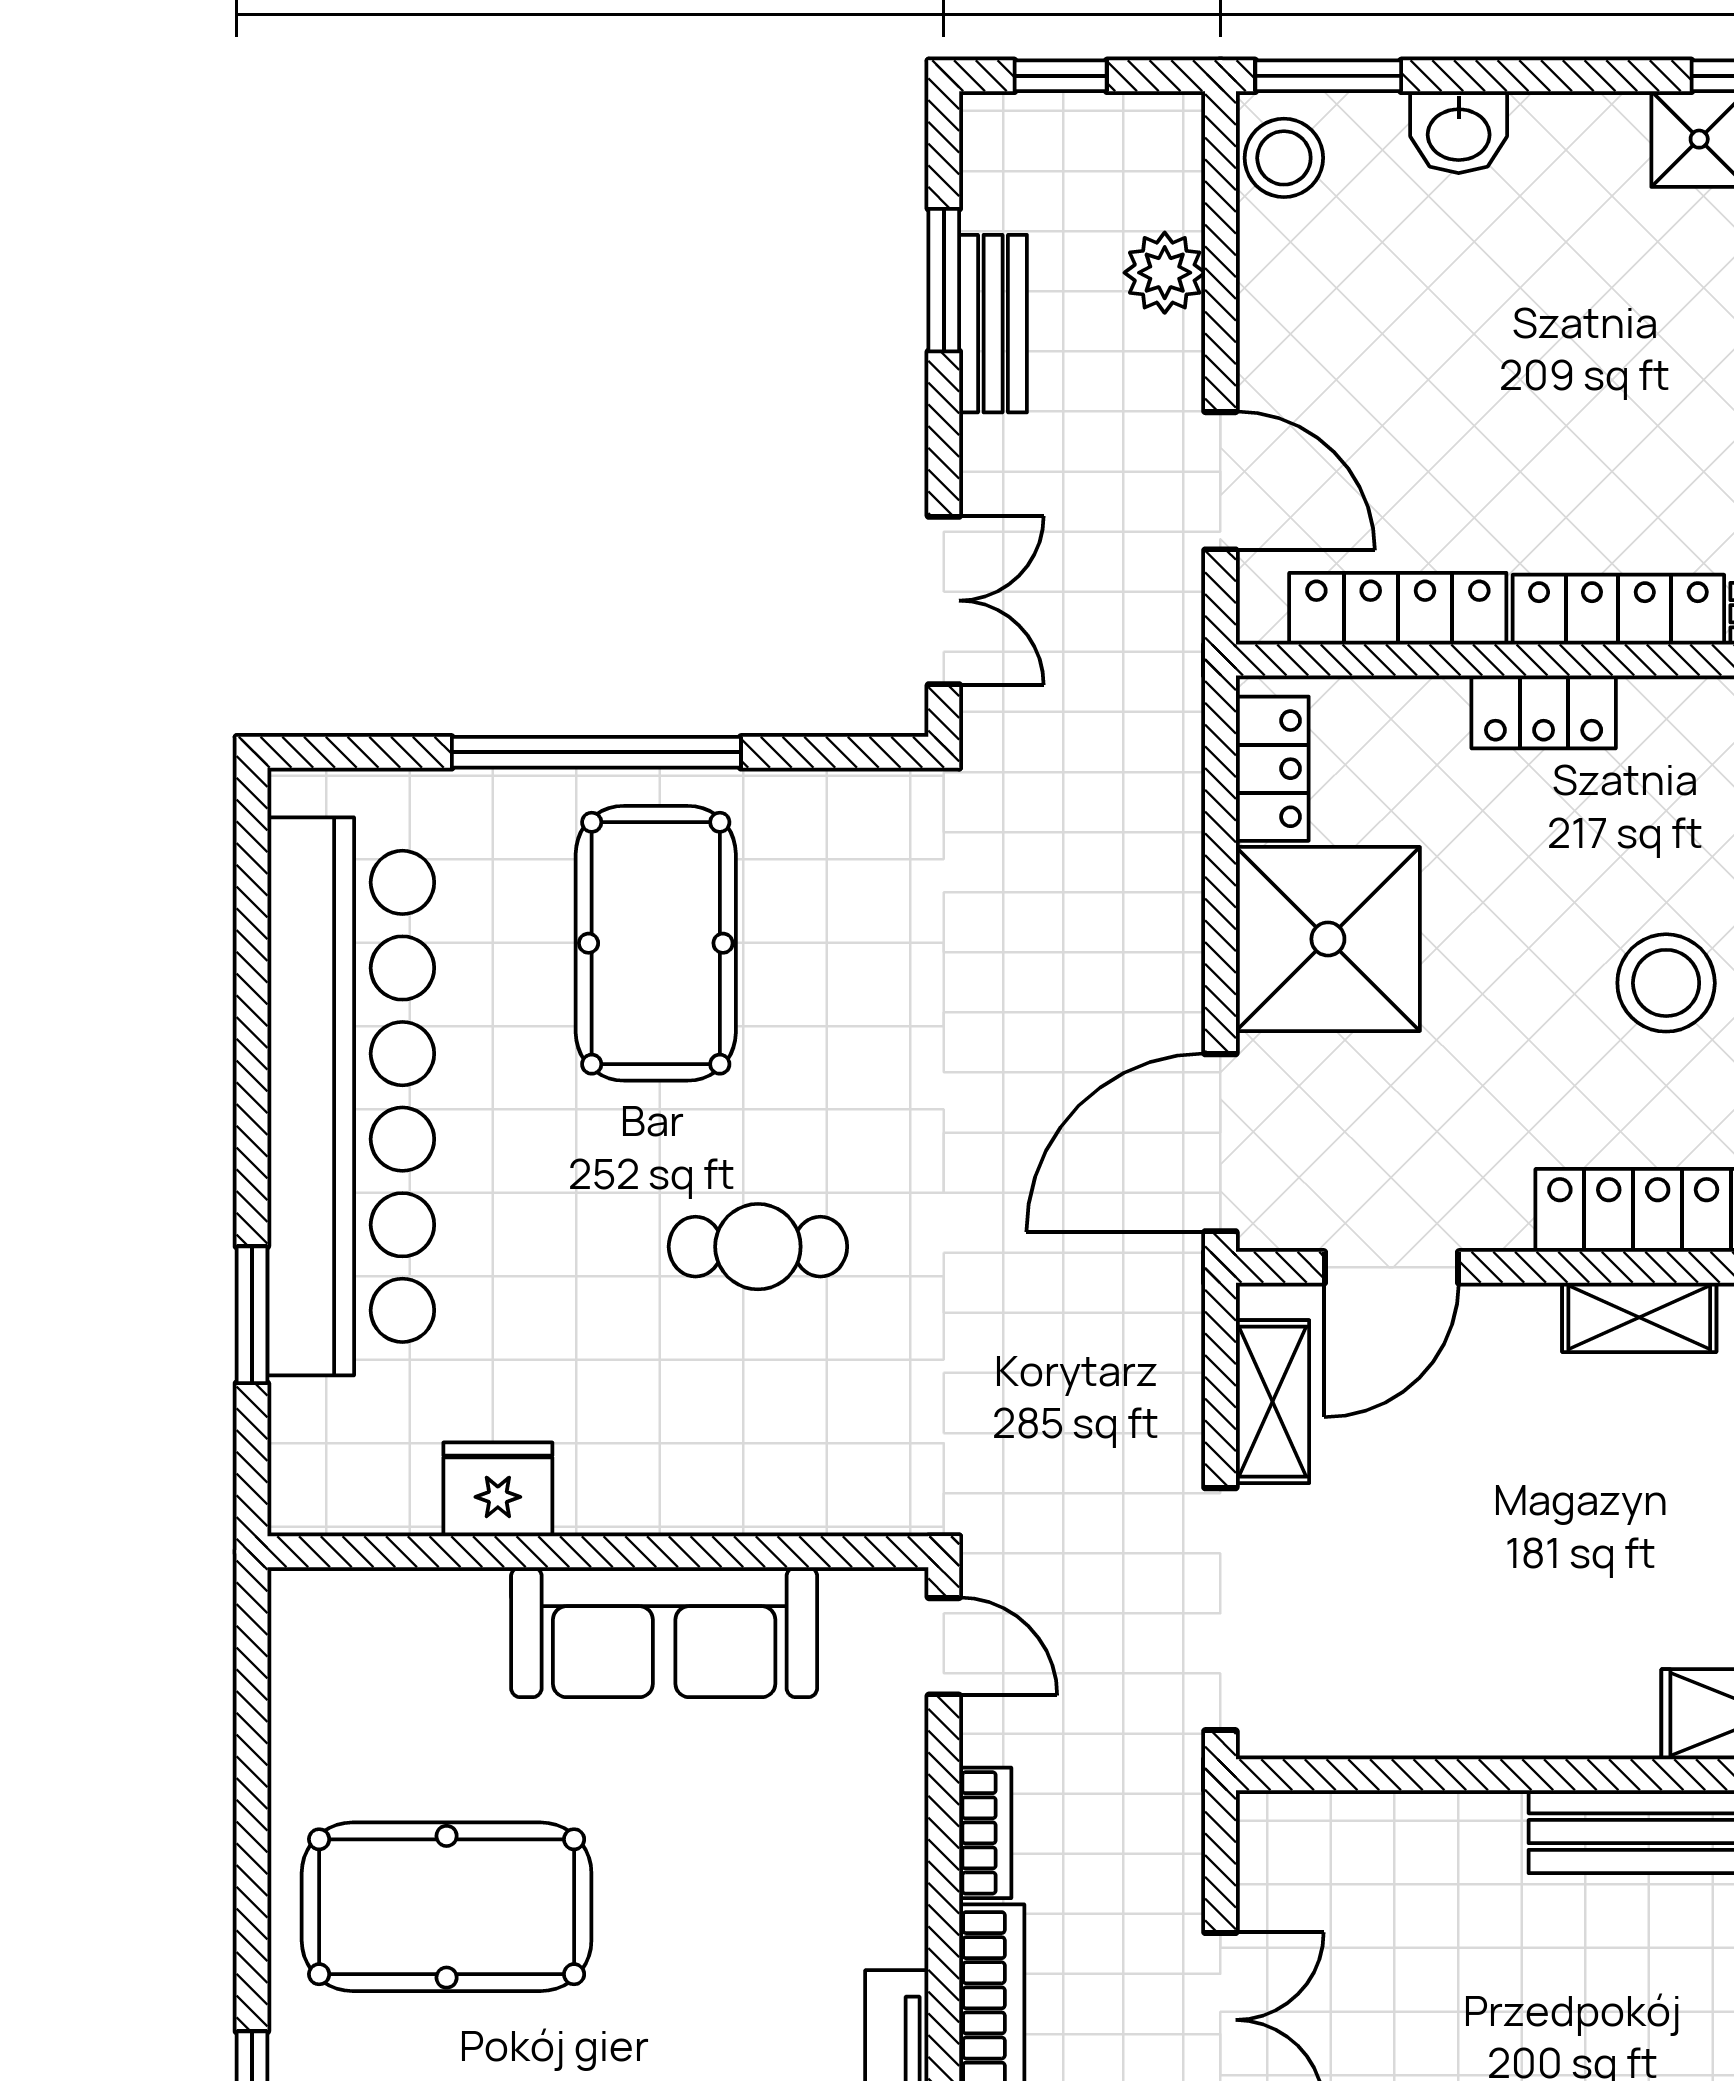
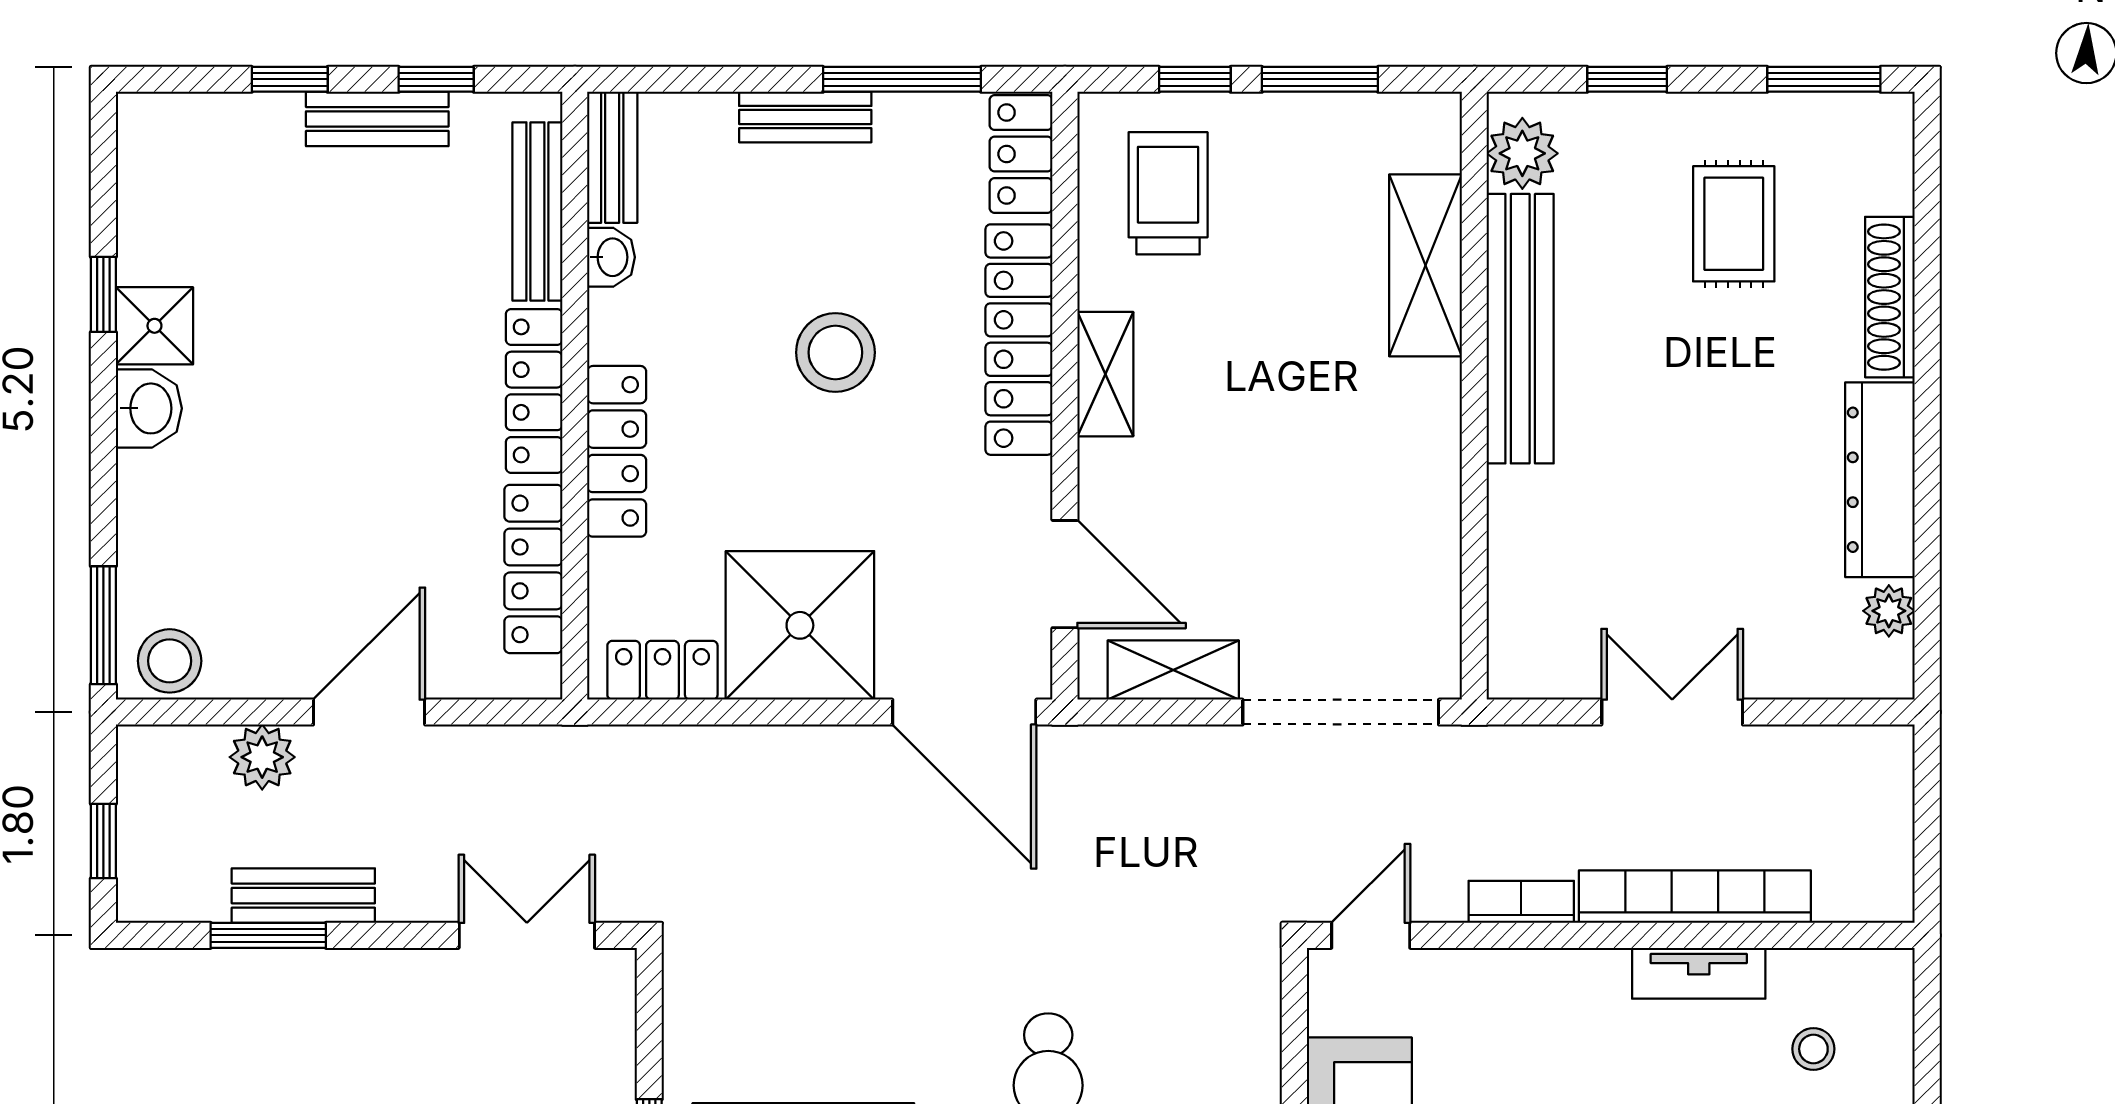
washbasin: (1459, 132) -> (149, 408), moved
door: (1220, 481) -> (369, 712), moved
locker: (1544, 712) -> (617, 451), width x1.53

